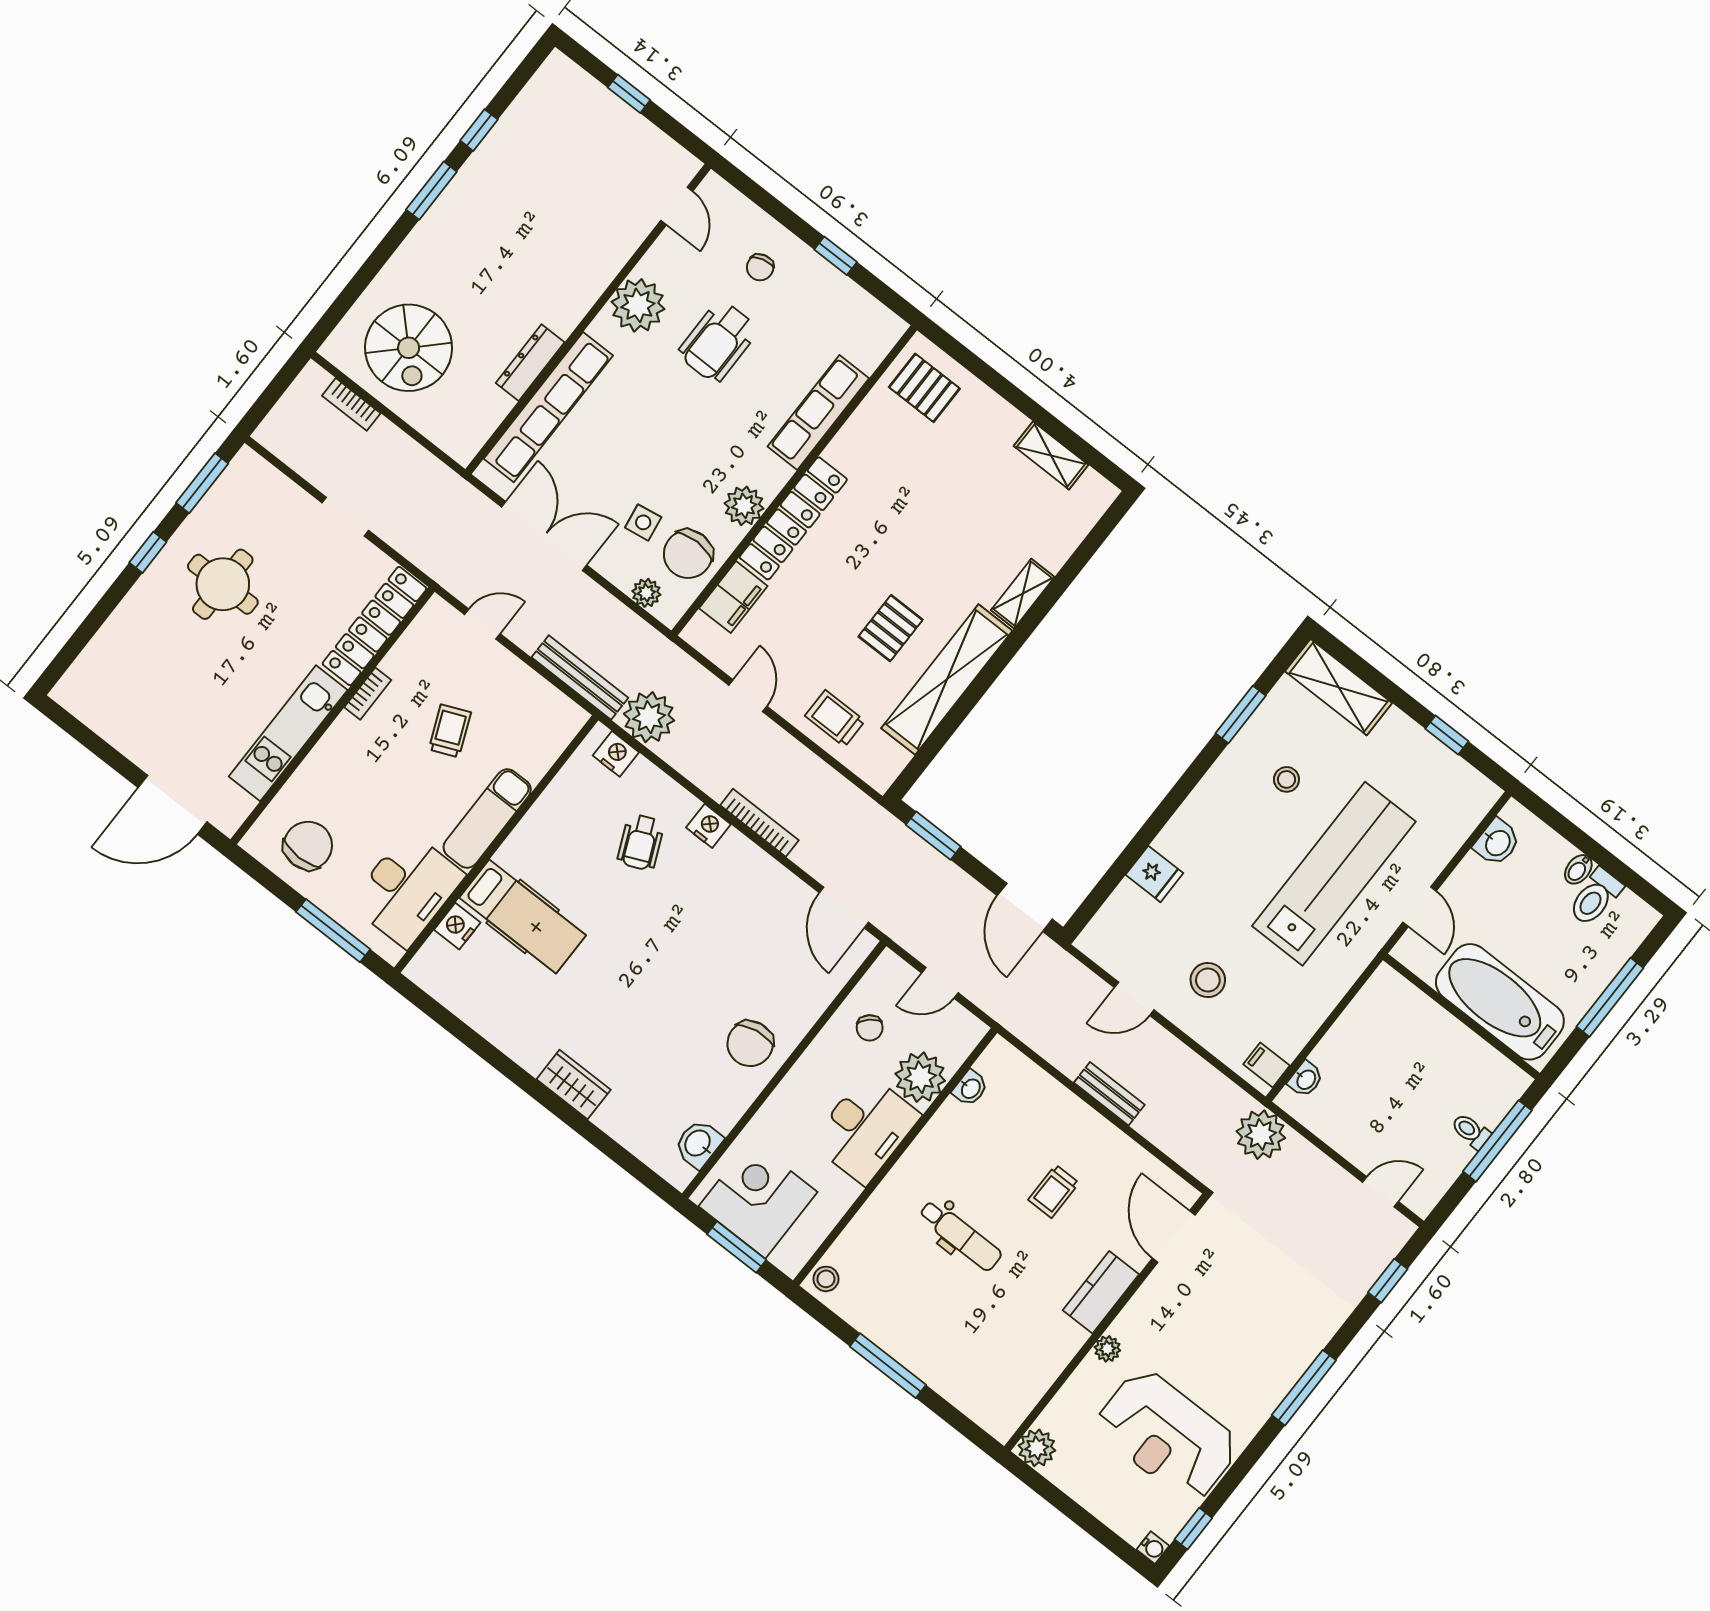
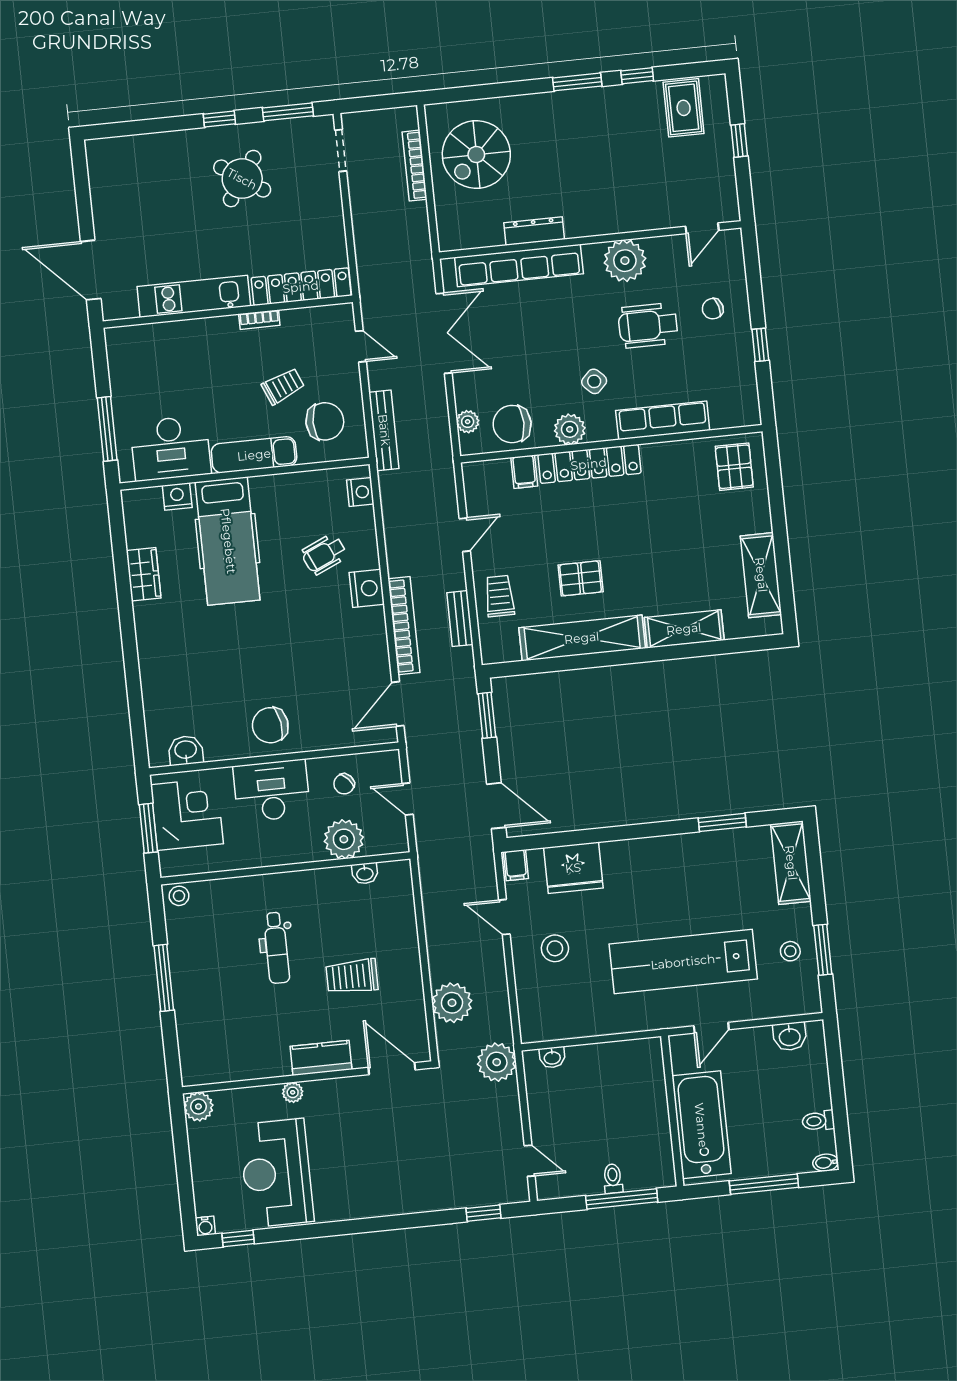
rug: (550, 116) -> (684, 108), added
bookcase: (351, 404) -> (415, 166), width x1.56
shelving: (1051, 455) -> (761, 575), width x1.50, depth x1.33
doorway: (345, 517) -> (341, 150), moved
side table: (643, 522) -> (594, 381), moved, turned -37
round table: (223, 584) -> (242, 179), turned 34
shelving: (1023, 594) -> (684, 629), width x1.50, depth x1.33
filing cabinet: (733, 597) -> (524, 472), width x0.50
plant: (649, 717) -> (452, 1003), moved
window: (1447, 735) -> (823, 950), width x1.50
stool: (1286, 779) -> (790, 951), moved
bookcase: (759, 823) -> (404, 626), width x1.48, depth x1.31
nightstand: (708, 826) -> (367, 588), width x1.36, depth x1.33
chair: (308, 846) -> (325, 421), moved
bidet: (1578, 869) -> (826, 1163), moved
fridge: (1154, 874) -> (573, 868), width x1.88, depth x1.34
lab bench: (1334, 874) -> (683, 962), turned 180
toilet: (1595, 897) -> (818, 1121), width x0.73, depth x0.72
door: (1025, 907) -> (496, 806), swing flipped
hospital bed: (523, 916) -> (228, 541), width x1.37, depth x1.29
filing cabinet: (1267, 1065) -> (516, 865), moved, turned 180
wardrobe: (574, 1084) -> (144, 574), moved
bench: (1109, 1094) -> (460, 619), moved
desk: (865, 1129) -> (272, 791), moved, turned 180
trolley: (1054, 1191) -> (352, 976), width x1.36, depth x1.39
door: (1174, 1237) -> (392, 1069), hinge flipped
window: (1304, 1388) -> (378, 1224), removed

